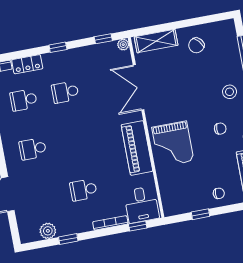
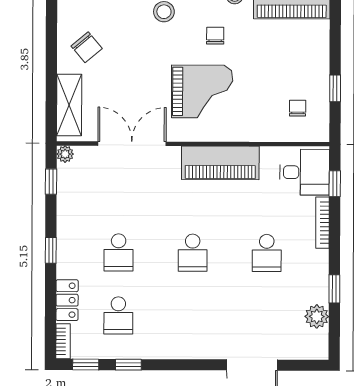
double door: (139, 87) -> (132, 144), swing flipped
grand piano: (173, 144) -> (202, 91), moved
school desk: (33, 149) -> (193, 253), moved
chair: (219, 193) -> (298, 108), moved

